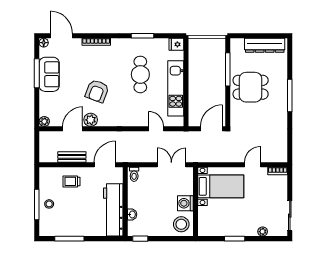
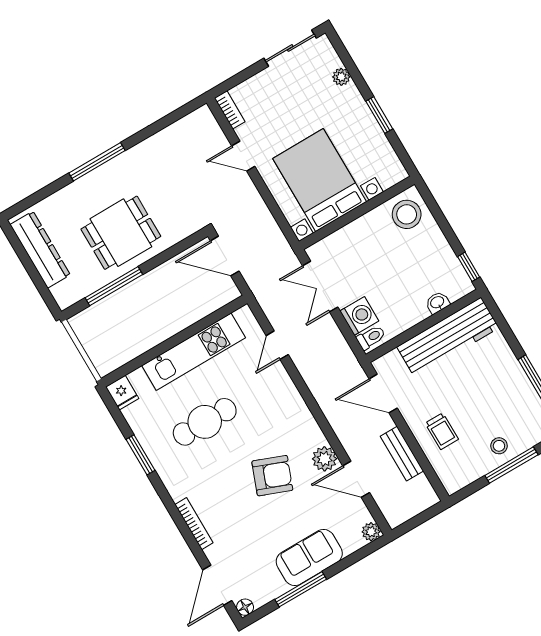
sofa: (49, 74) -> (309, 558), moved
dining table: (251, 87) -> (121, 233), turned 90
bed with nightstands: (221, 186) -> (320, 180), width x1.36
washing machine: (185, 203) -> (359, 316), moved, turned -90

